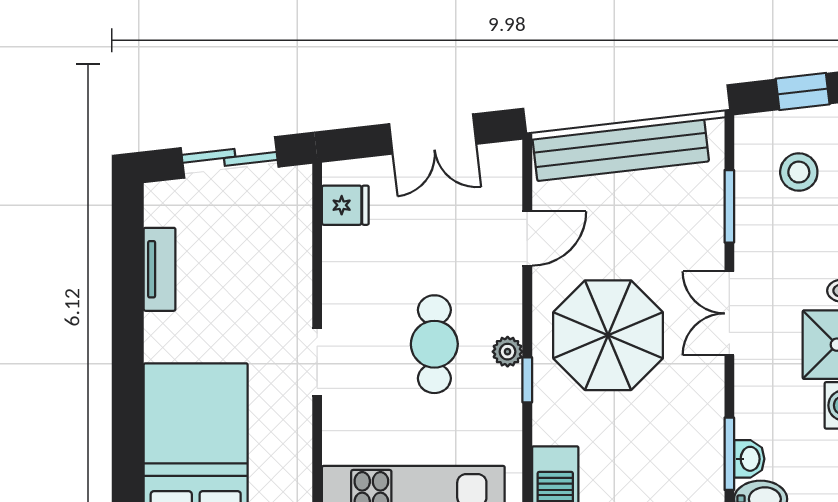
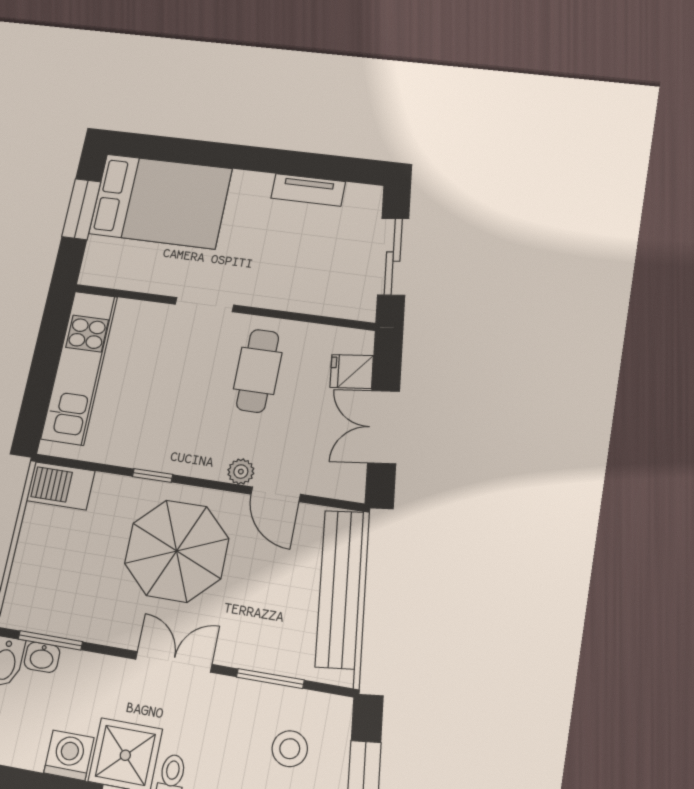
fridge: (345, 205) -> (352, 371), moved, turned 83
cafe table: (434, 344) -> (258, 371), moved, turned 90
plant: (508, 352) -> (241, 472), moved

